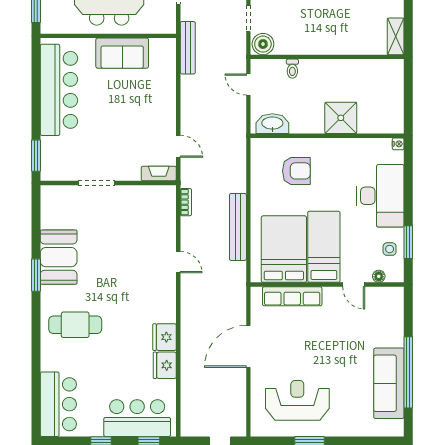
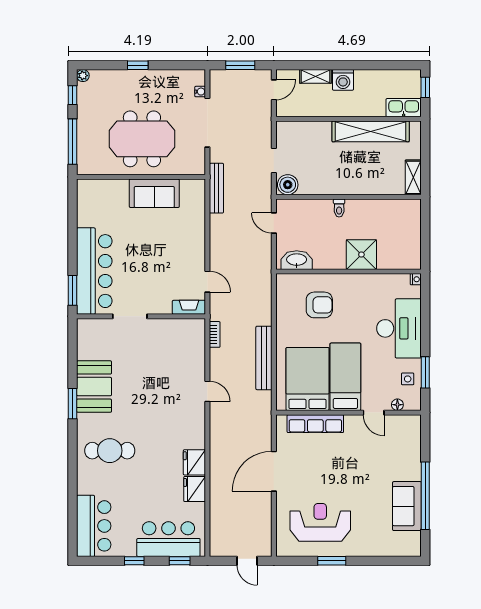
toilet: (292, 69) -> (339, 208), moved
bar counter: (59, 90) -> (94, 271), moved
sofa: (389, 383) -> (407, 506), width x0.73

